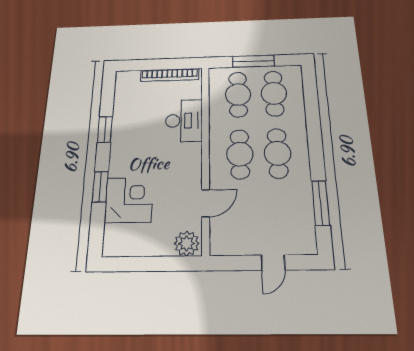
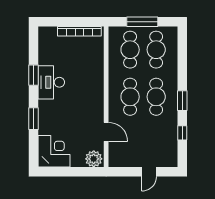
desk: (184, 121) -> (51, 82), moved, turned 180
window: (316, 158) -> (182, 101), added
corner desk: (129, 200) -> (54, 151), moved
door: (206, 203) -> (106, 132), hinge flipped
window: (321, 203) -> (182, 133), width x0.46

